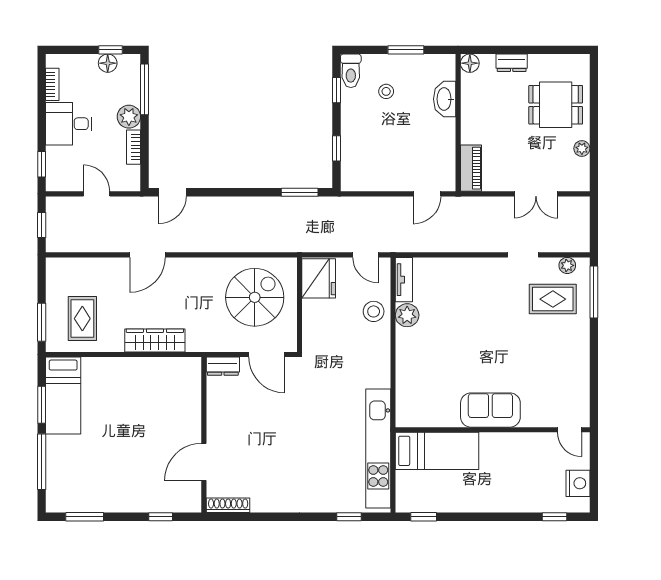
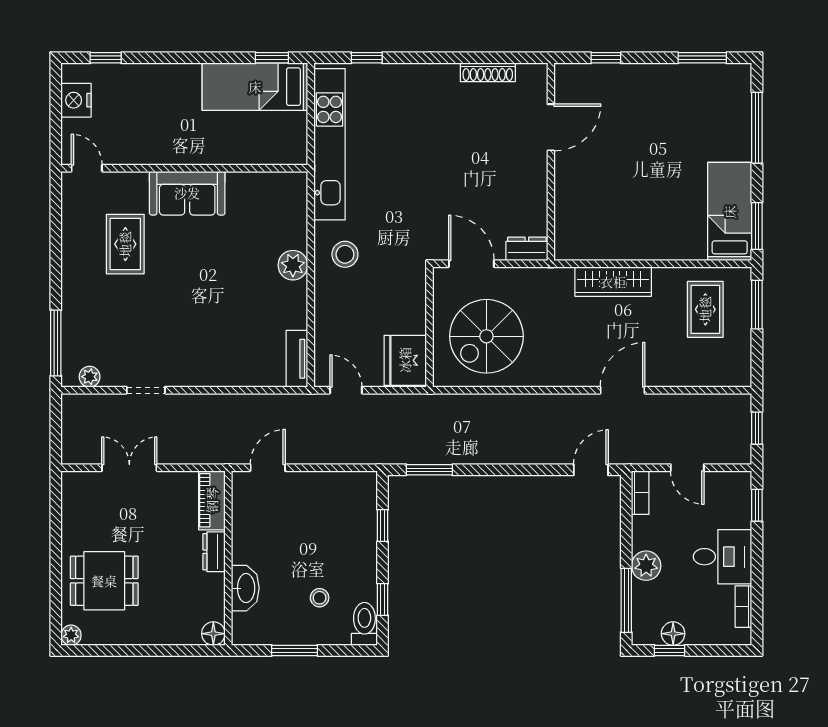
dresser: (512, 63) -> (214, 552), moved, turned -90
bookcase: (134, 147) -> (640, 493), moved
plant: (582, 148) -> (71, 635), moved
rug: (553, 299) -> (125, 244), moved, turned 90
stool: (374, 311) -> (345, 254), moved
plant: (407, 315) -> (293, 265), moved
window: (42, 405) -> (757, 226), moved
bed: (437, 451) -> (255, 87), moved
shoe rack: (228, 505) -> (488, 72), moved

